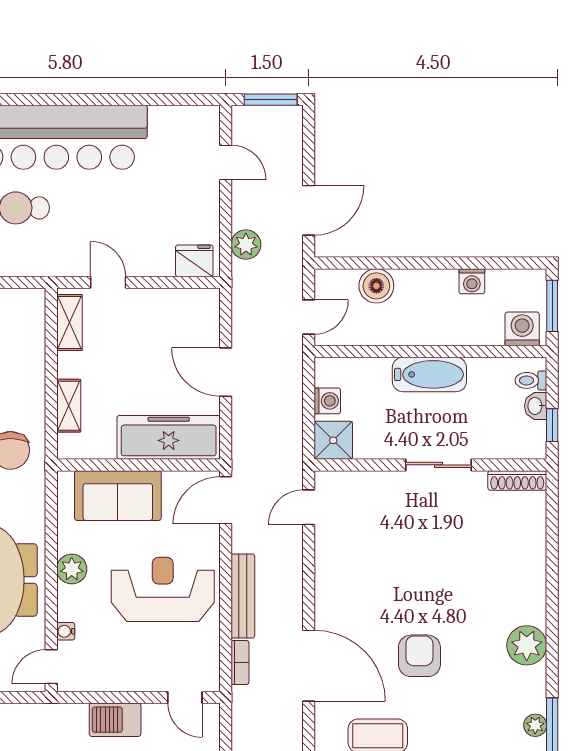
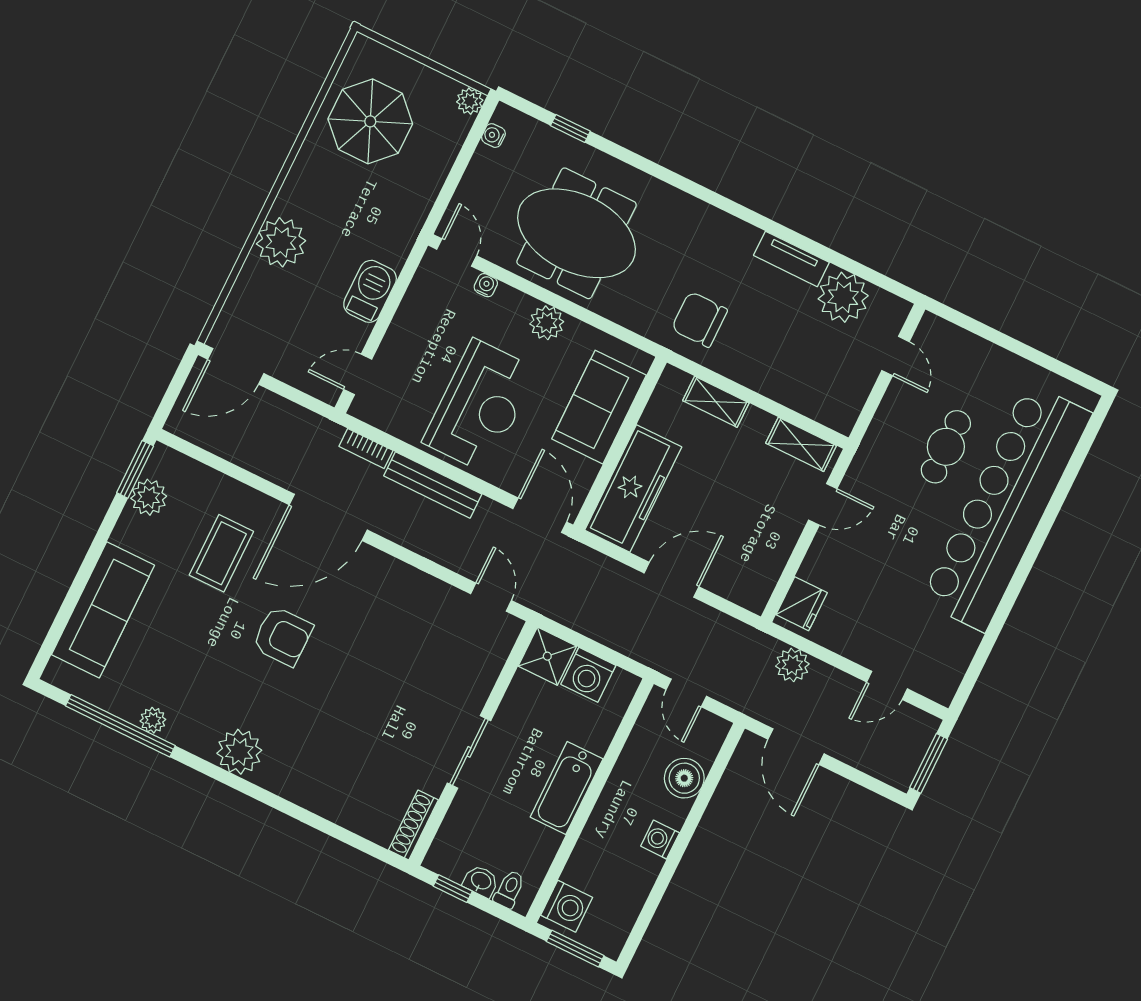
washing machine: (472, 281) -> (660, 840), moved
washing machine: (327, 401) -> (588, 675), width x1.38, depth x1.38

